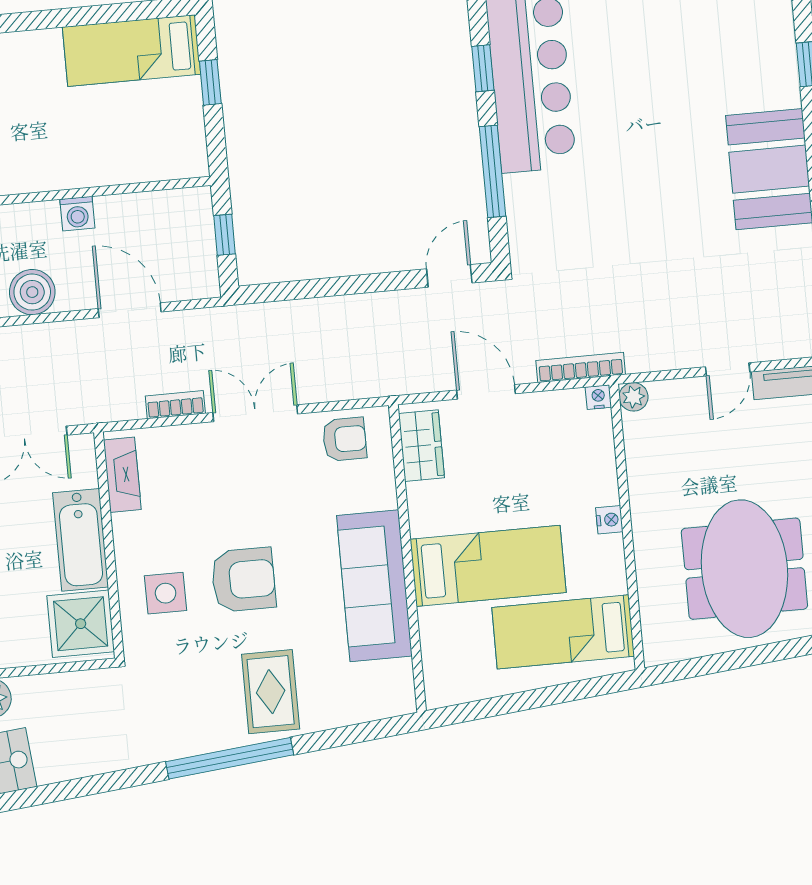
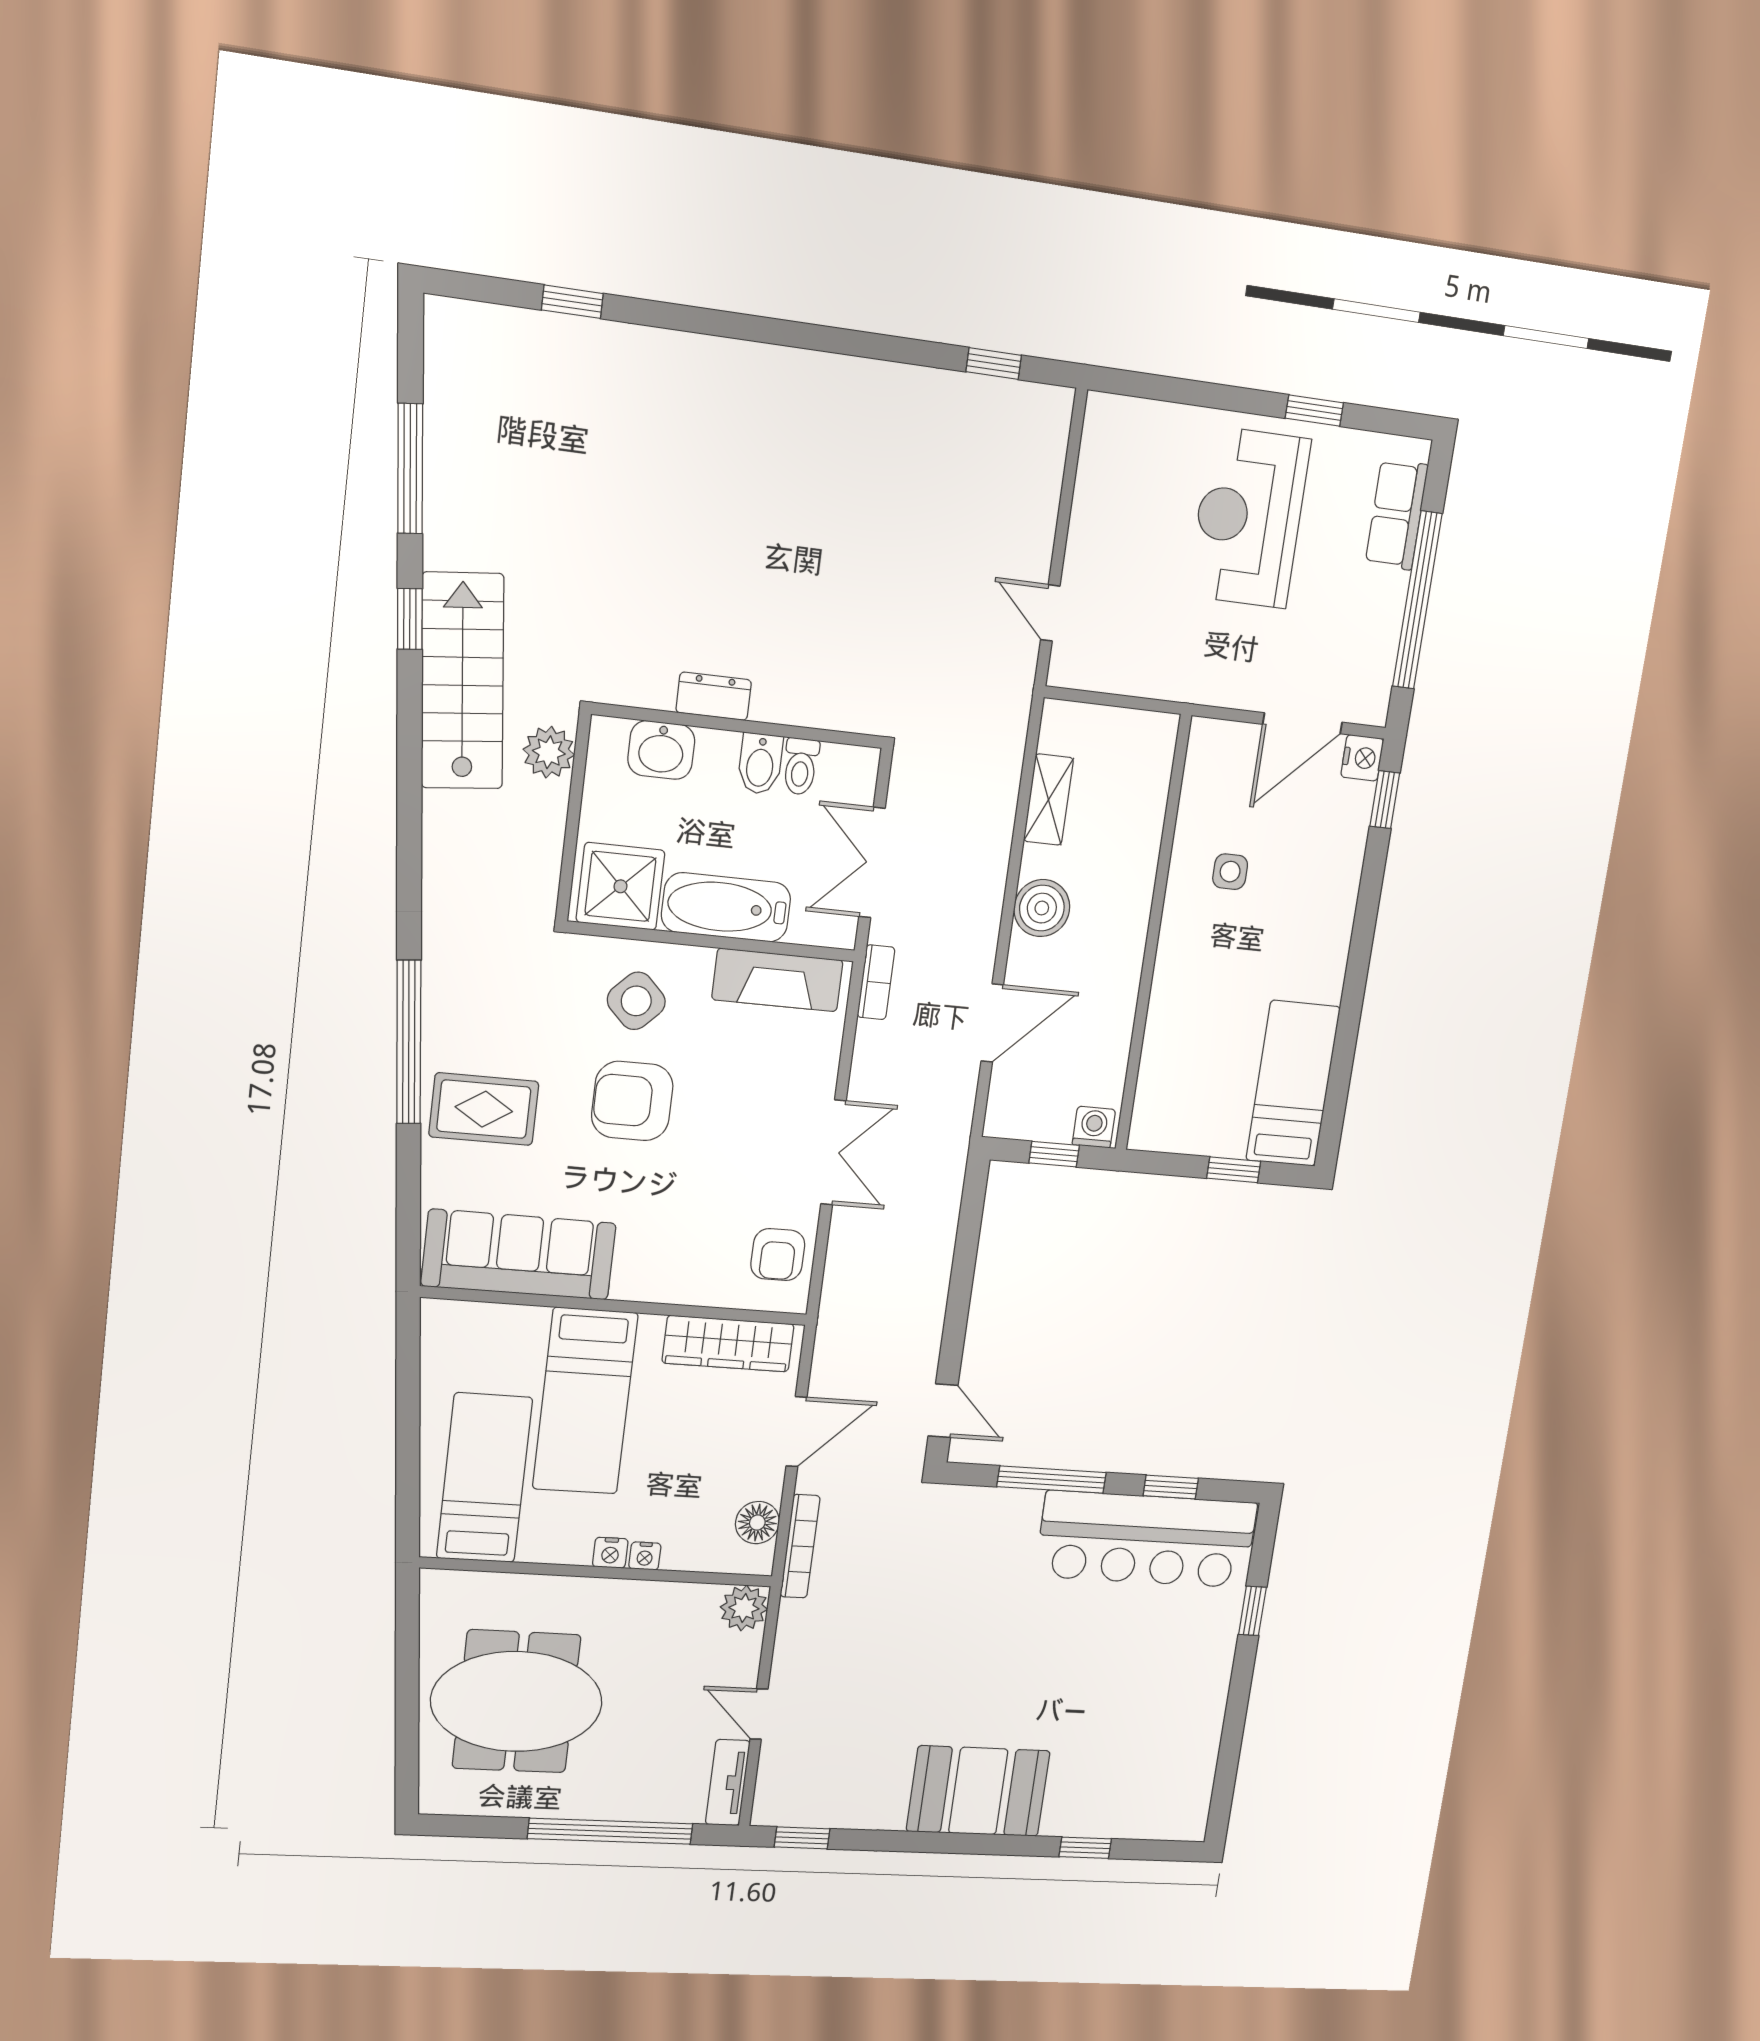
washing machine: (77, 214) -> (1094, 1127), moved, turned 90
nightstand: (598, 397) -> (645, 1556), moved, turned 90
plant: (634, 397) -> (744, 1608), width x1.38, depth x1.38
bookcase: (175, 405) -> (876, 982), moved
floor lamp: (566, 407) -> (757, 1523), added
wardrobe: (421, 446) -> (728, 1344), width x1.50
fireplace: (122, 475) -> (777, 980), width x1.37, depth x1.32
armchair: (243, 580) -> (632, 1101), turned 90
sofa: (374, 586) -> (519, 1255), moved
side table: (166, 593) -> (636, 1001), turned 45

